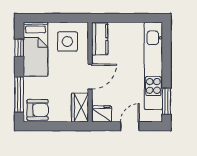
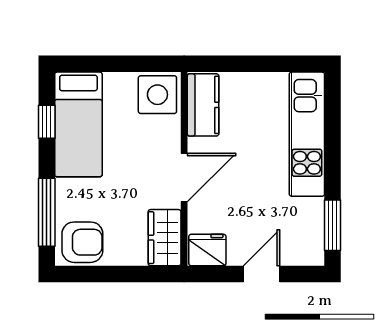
side table: (67, 42) -> (157, 95), moved
kitchen unit: (153, 66) -> (307, 134), width x0.73

